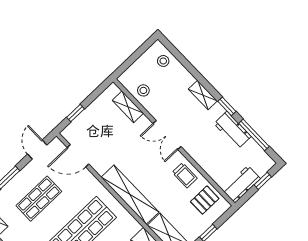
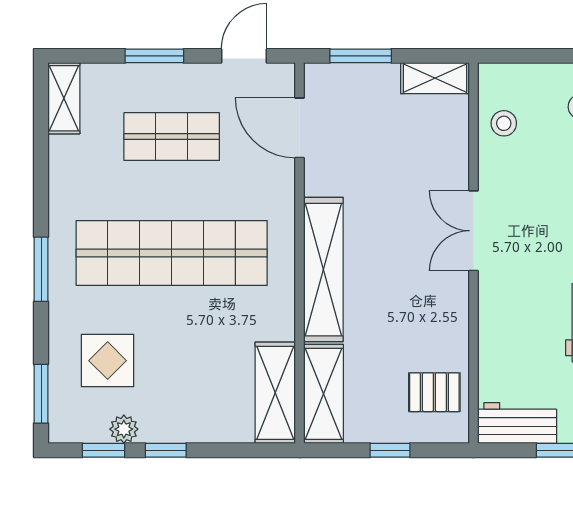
shelving: (128, 107) -> (435, 78), moved, turned 90
window: (75, 113) -> (361, 56), width x1.50
trolley: (185, 175) -> (440, 322), removed

